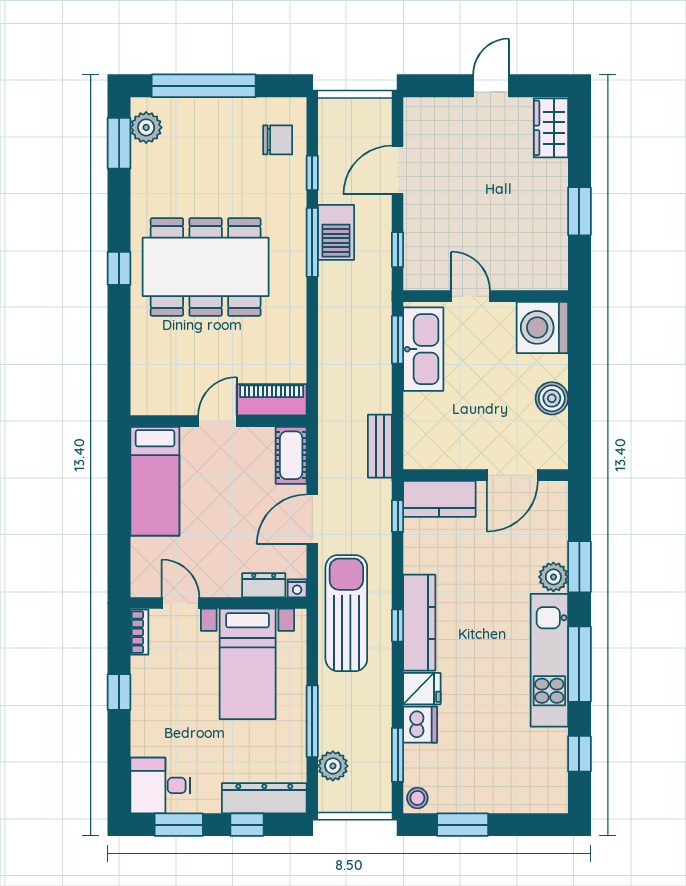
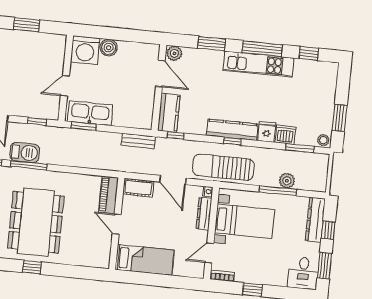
boiler: (552, 398) -> (109, 48), moved
plant: (553, 577) -> (174, 53), moved
dresser: (264, 585) -> (204, 214), width x1.44
plant: (333, 766) -> (287, 181), moved

